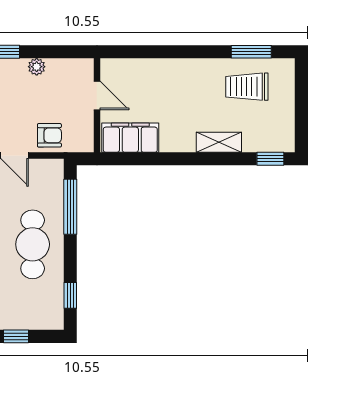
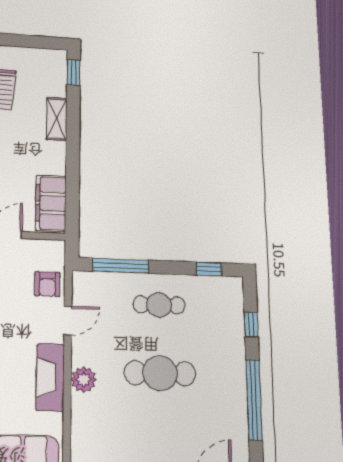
armchair: (49, 135) -> (47, 284), turned 180
cafe table: (33, 244) -> (159, 305), width x0.73, depth x0.74

